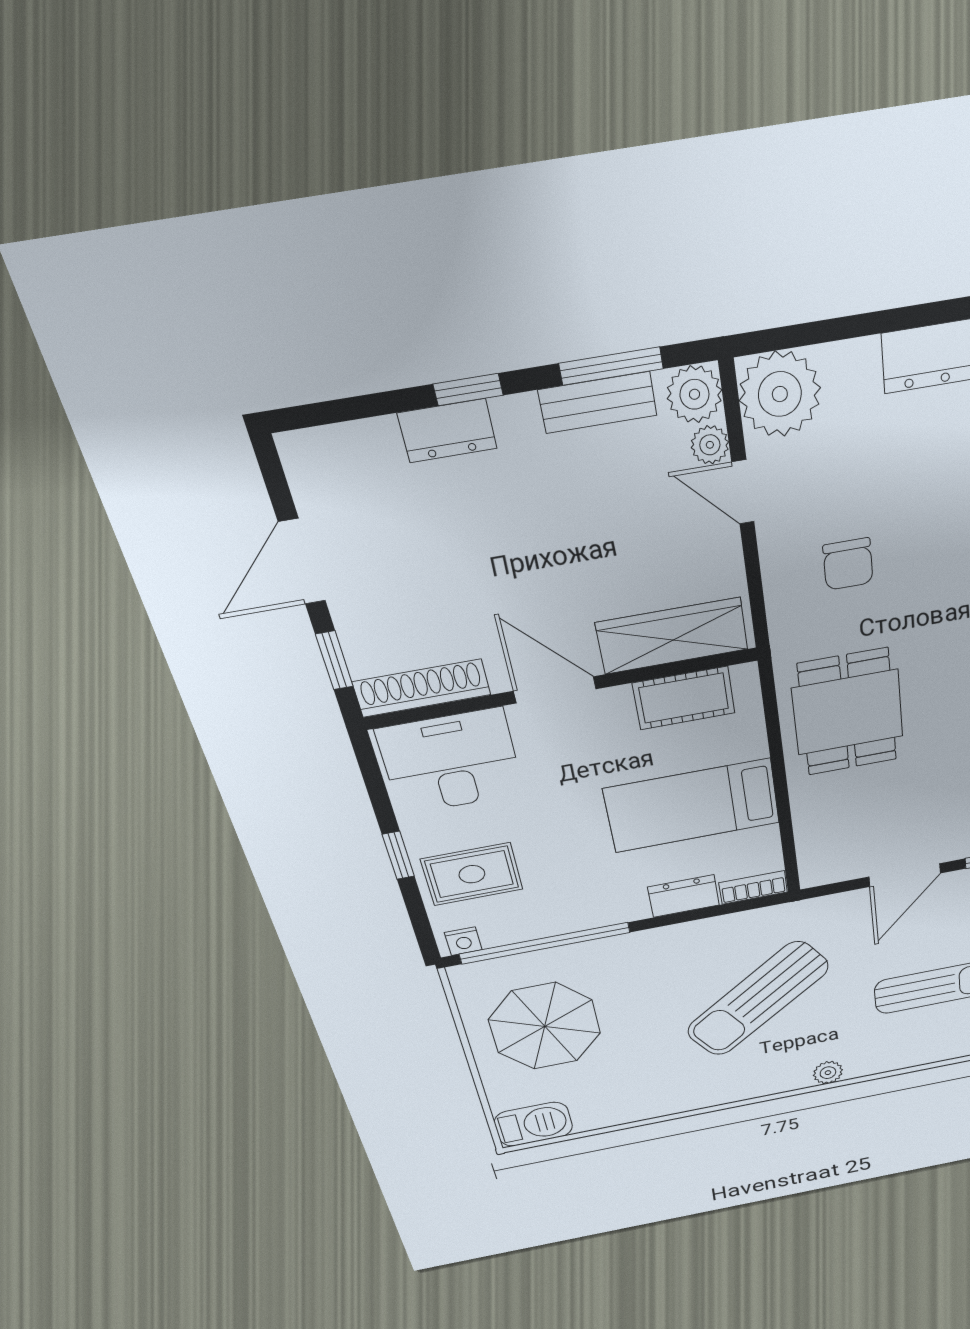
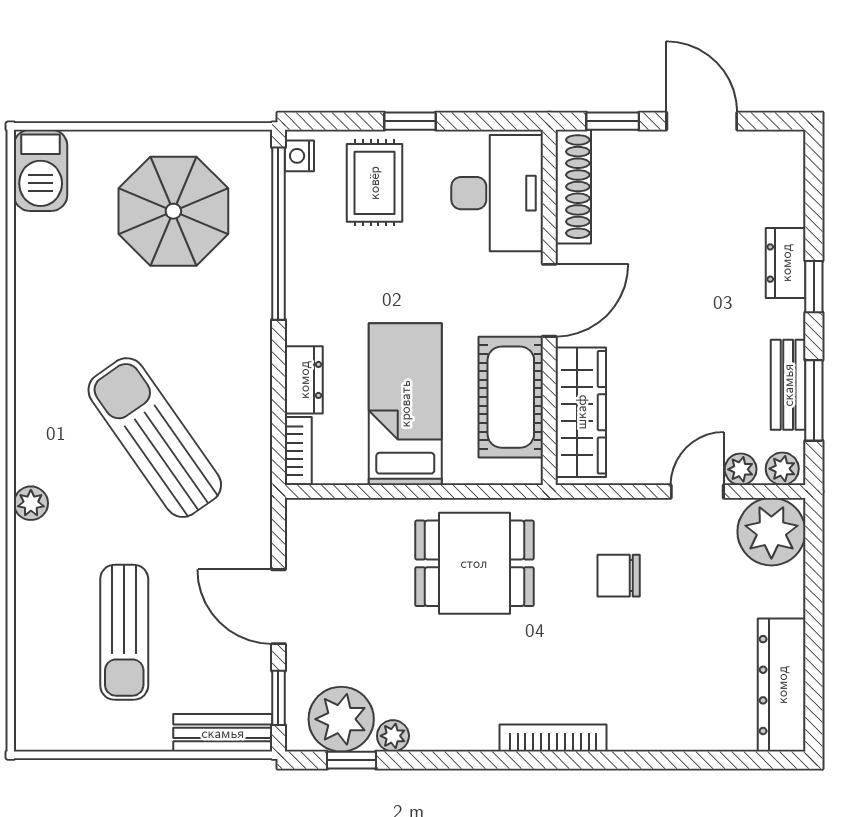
plant: (695, 394) -> (782, 469), width x0.73, depth x0.73
cot: (684, 698) -> (511, 397), width x1.37, depth x1.34

